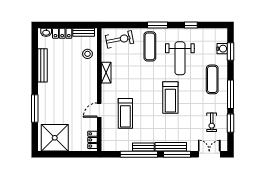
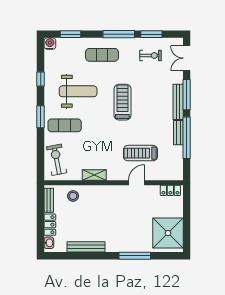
water cooler: (222, 49) -> (50, 44), moved
treadmill: (170, 98) -> (122, 102), turned -90
door: (99, 110) -> (137, 183), swing flipped
treadmill: (125, 113) -> (140, 153), turned 180

